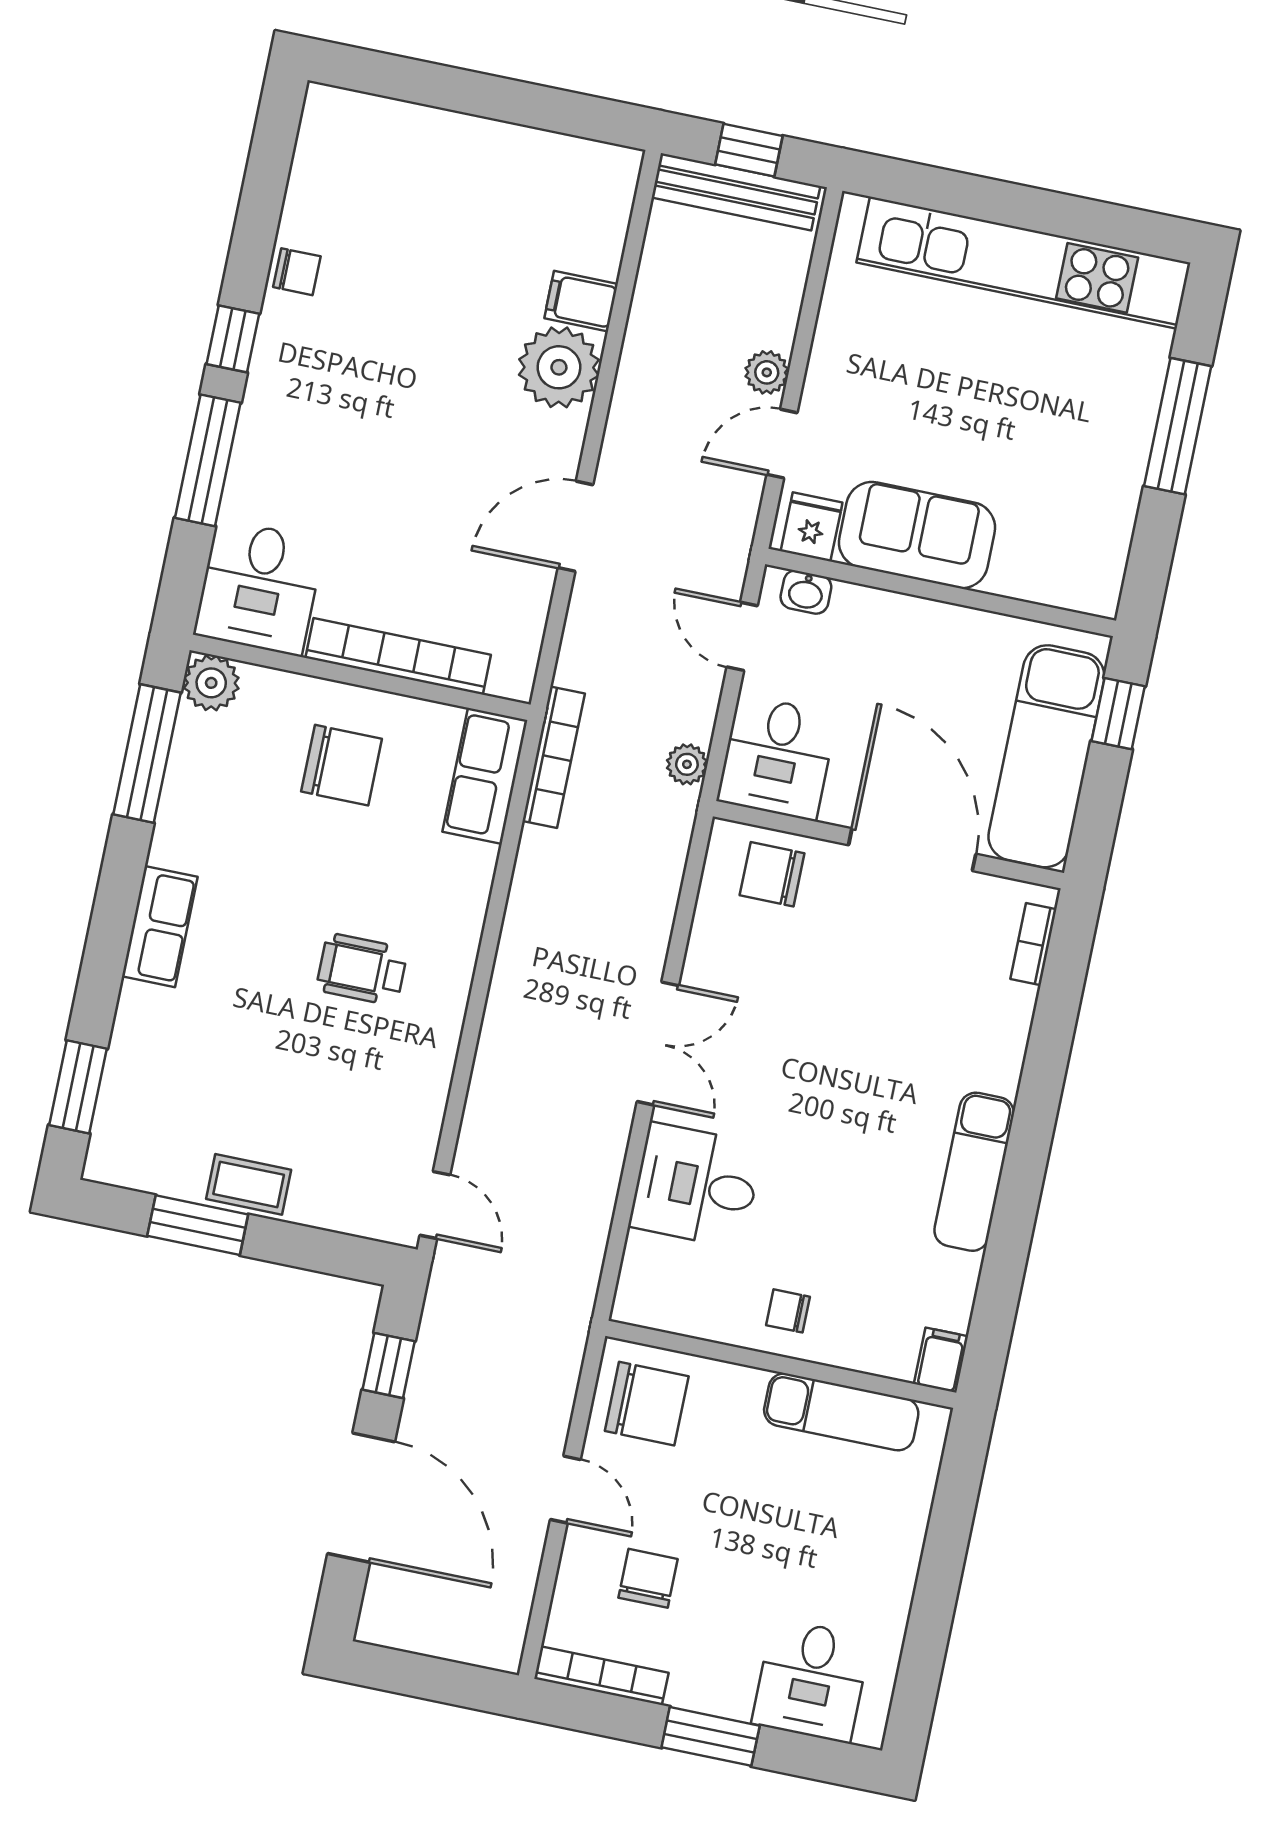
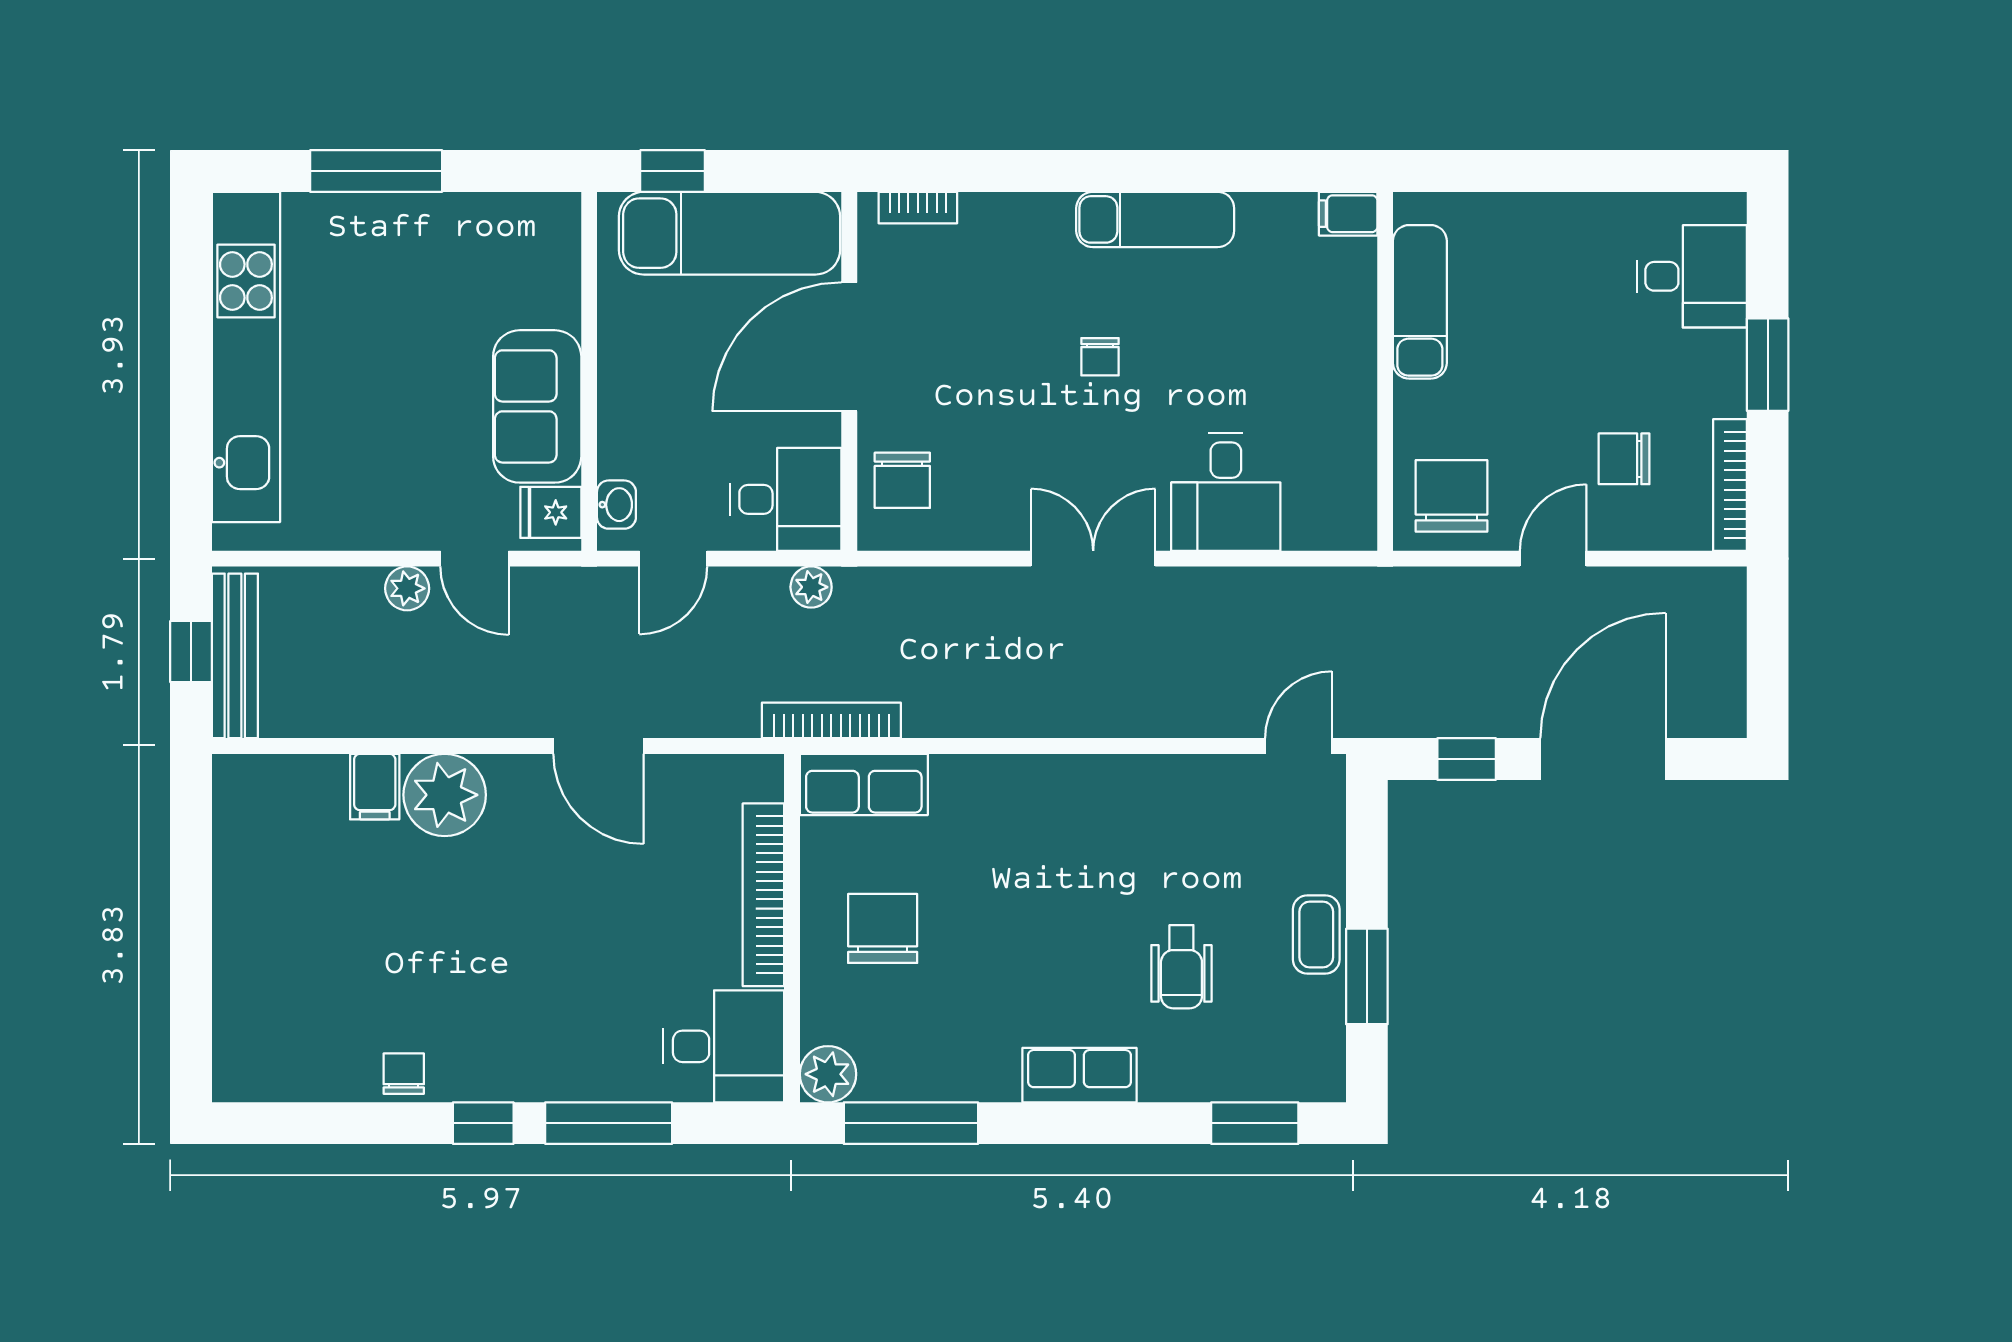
wheelchair: (362, 969) -> (1181, 967), moved
chair: (788, 1311) -> (1100, 357), moved

